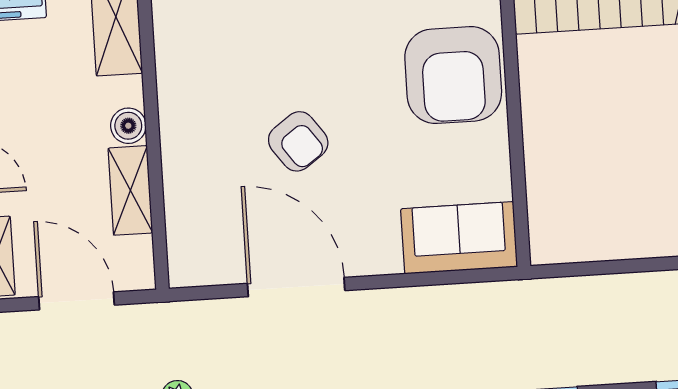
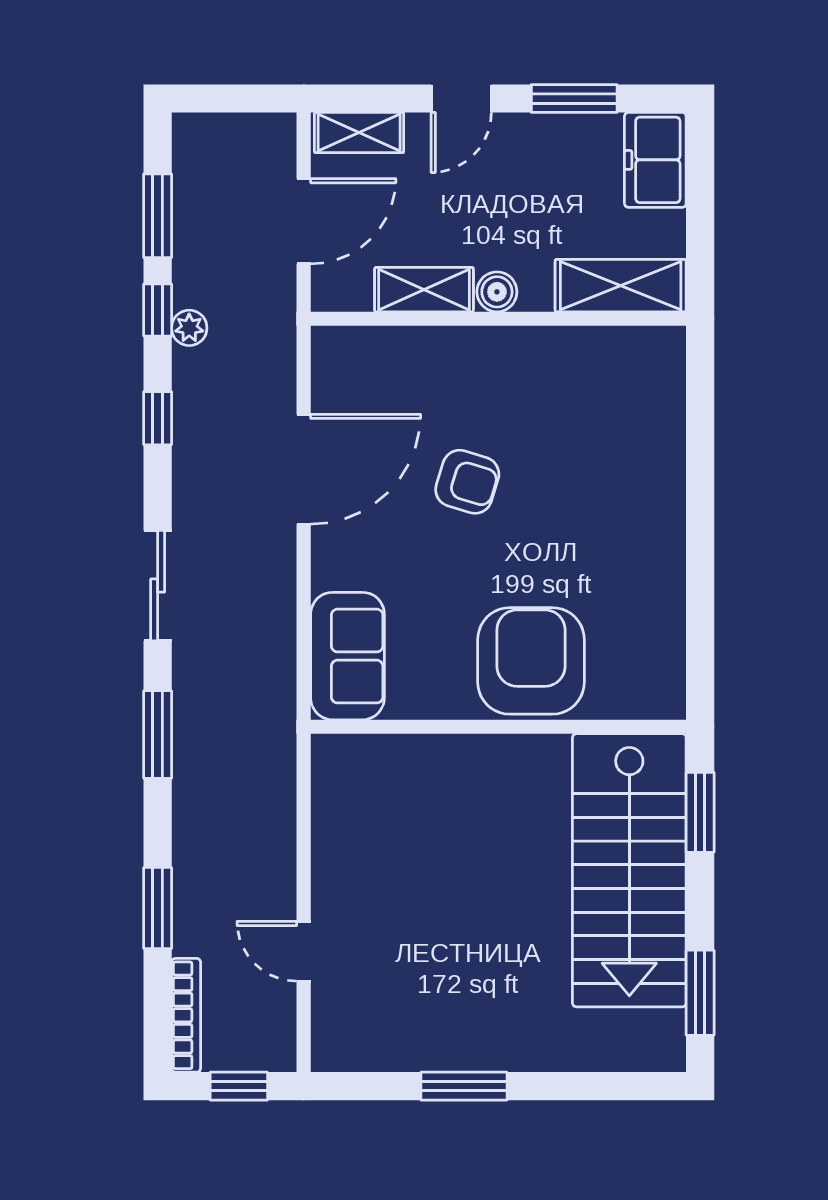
armchair: (453, 75) -> (531, 661), turned 90
armchair: (298, 141) -> (467, 482), turned -127

